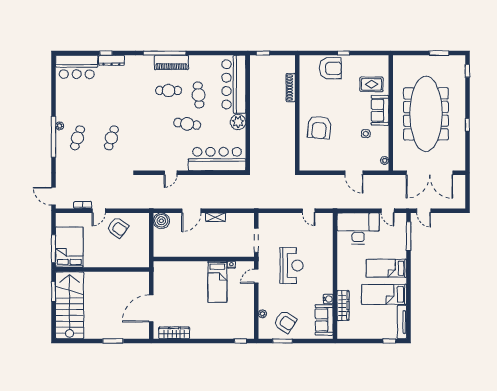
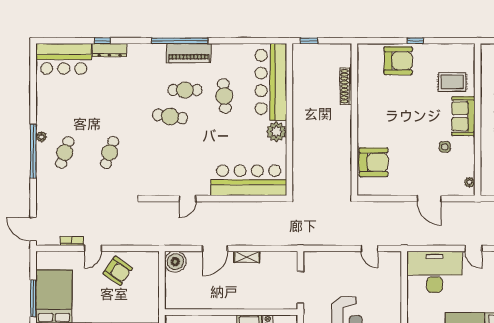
cafe table: (187, 124) -> (170, 117), moved
armchair: (319, 127) -> (374, 162), moved, turned -95

